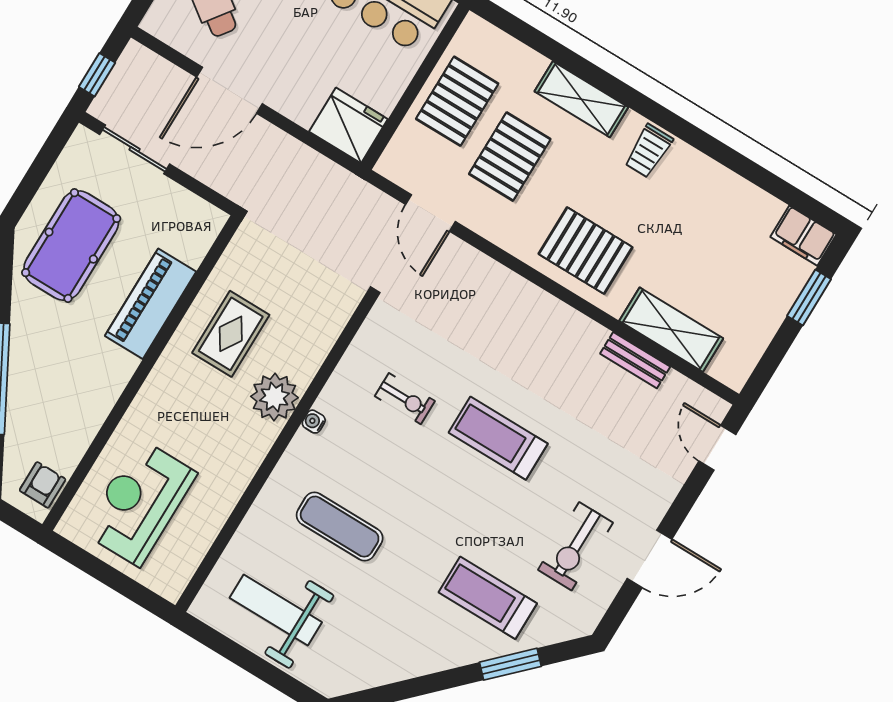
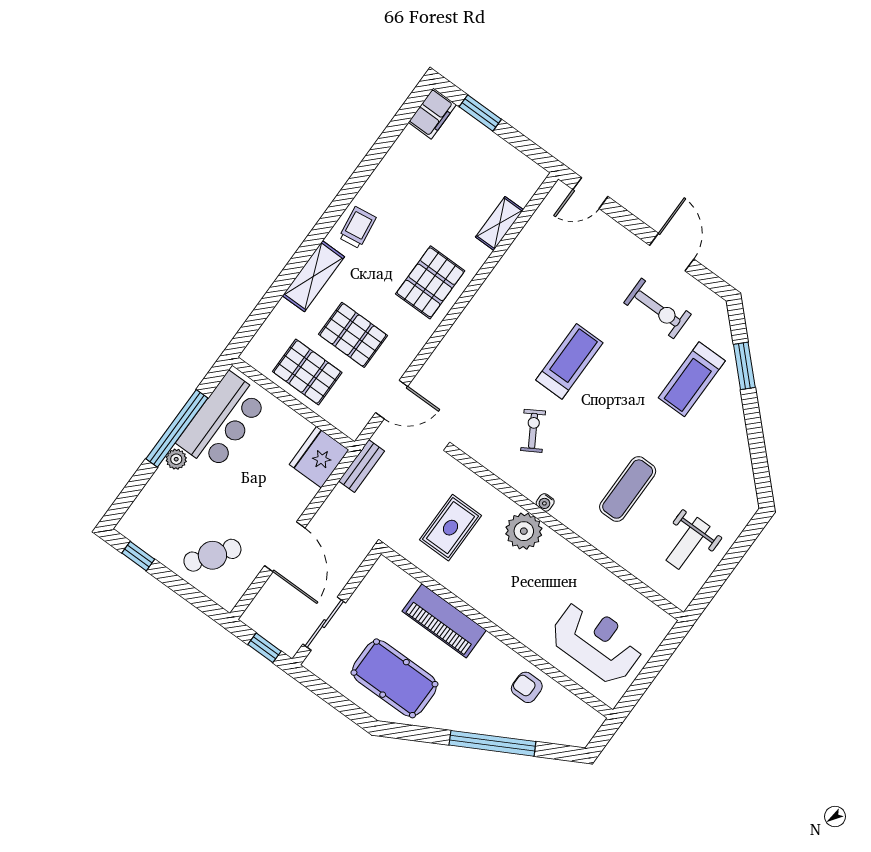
trolley: (649, 151) -> (357, 228), turned -98
shelving: (671, 330) -> (500, 223), width x0.67, depth x0.75
rug: (231, 334) -> (450, 528), moved, turned 90
bench: (635, 360) -> (361, 466), moved
exercise bike: (405, 399) -> (533, 431), turned -31
treadmill: (498, 438) -> (569, 361), turned 180
armchair: (43, 485) -> (527, 687), moved
reception desk: (139, 502) -> (597, 642), turned 180
weight bench: (276, 610) -> (688, 543), width x0.73, depth x0.75

